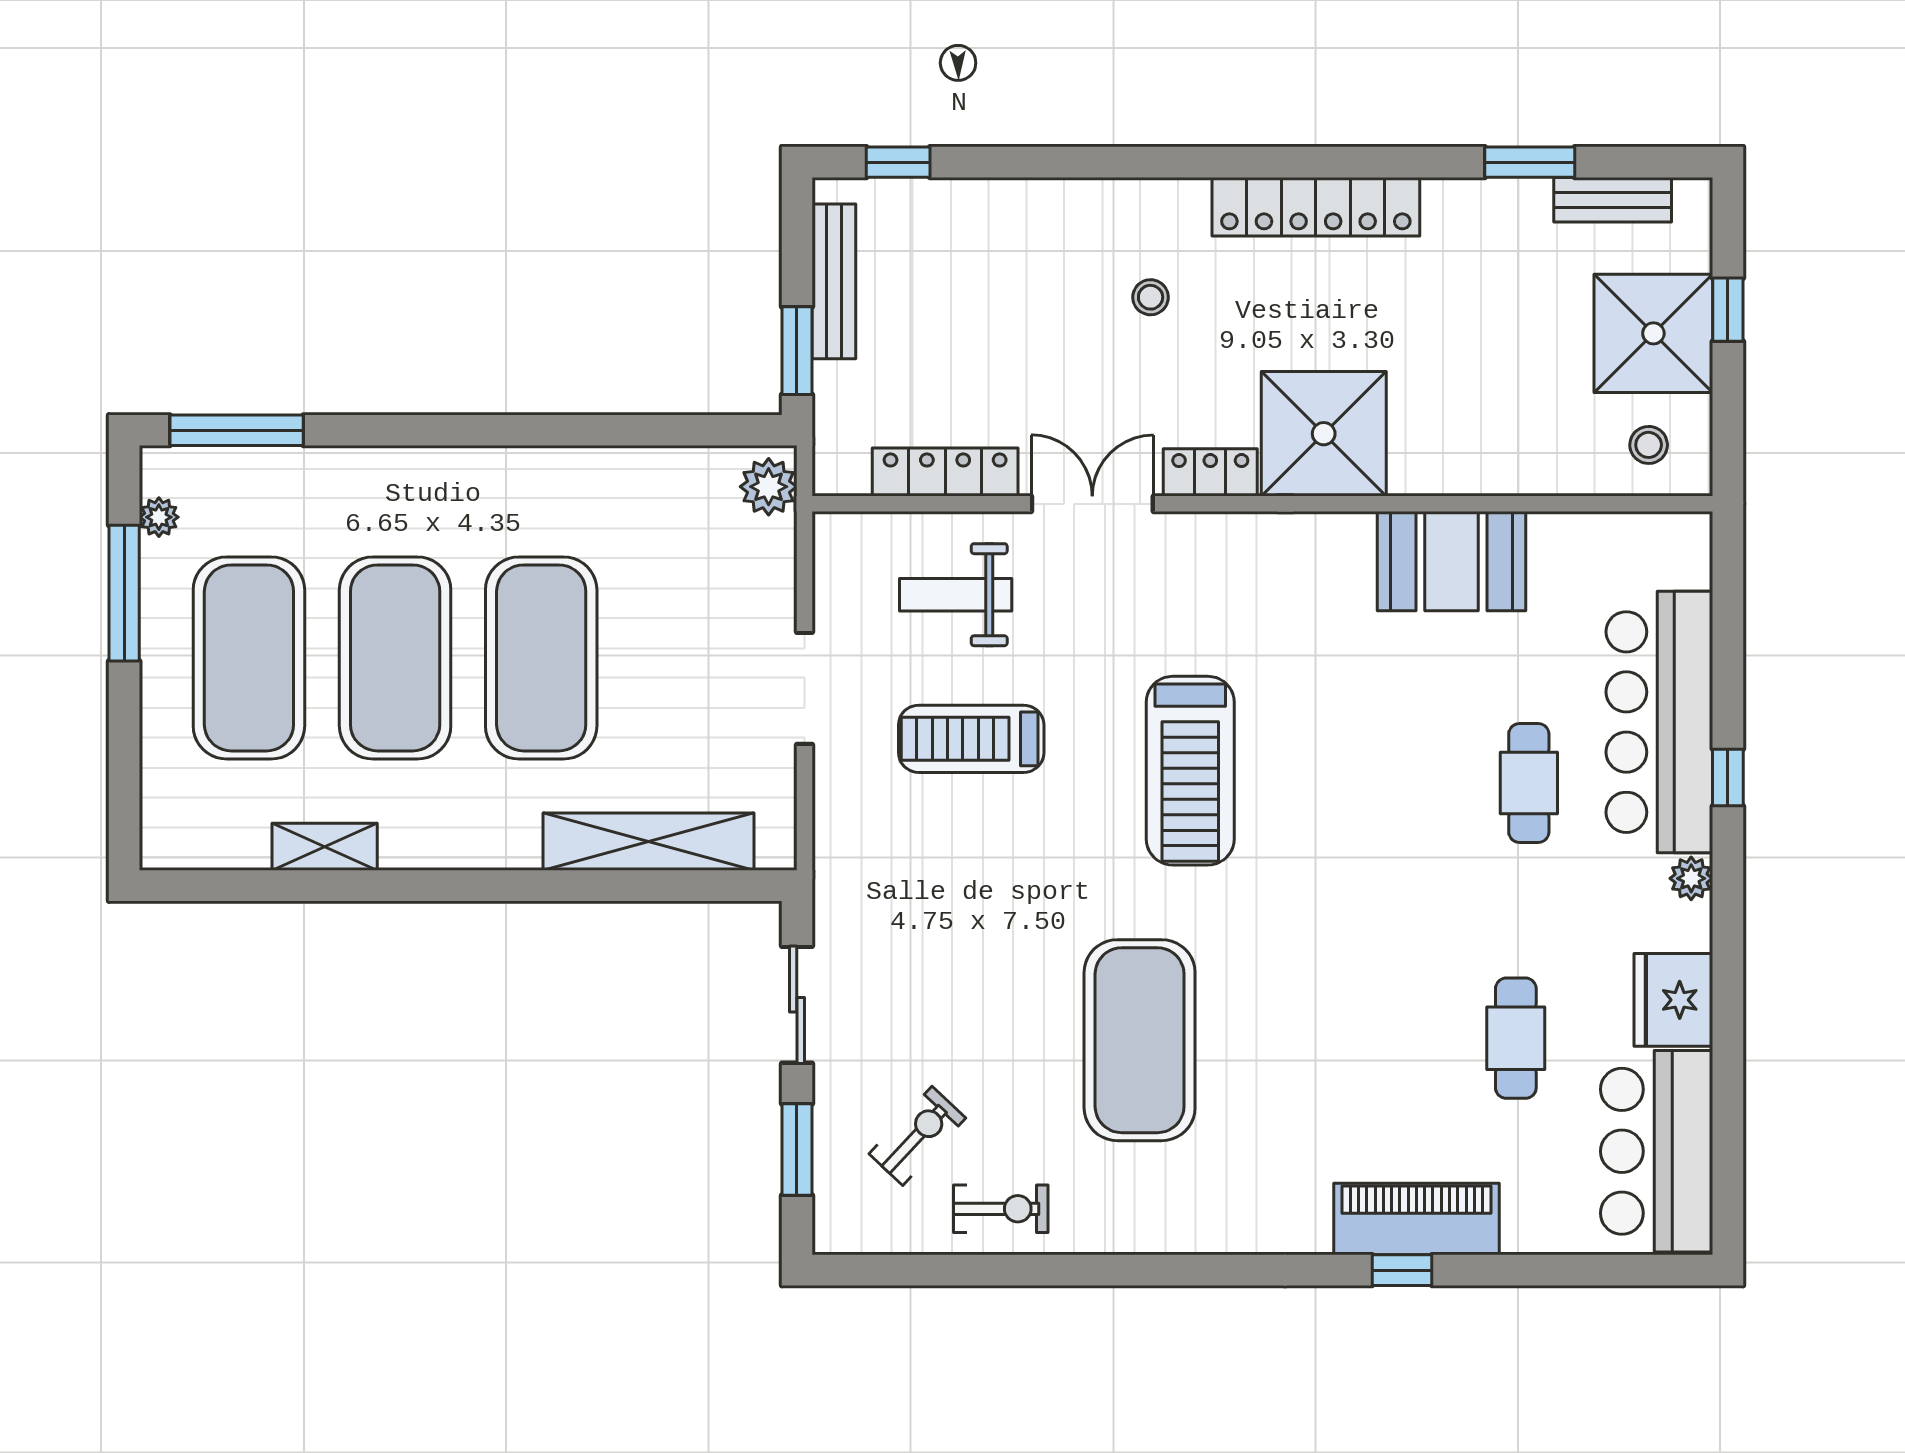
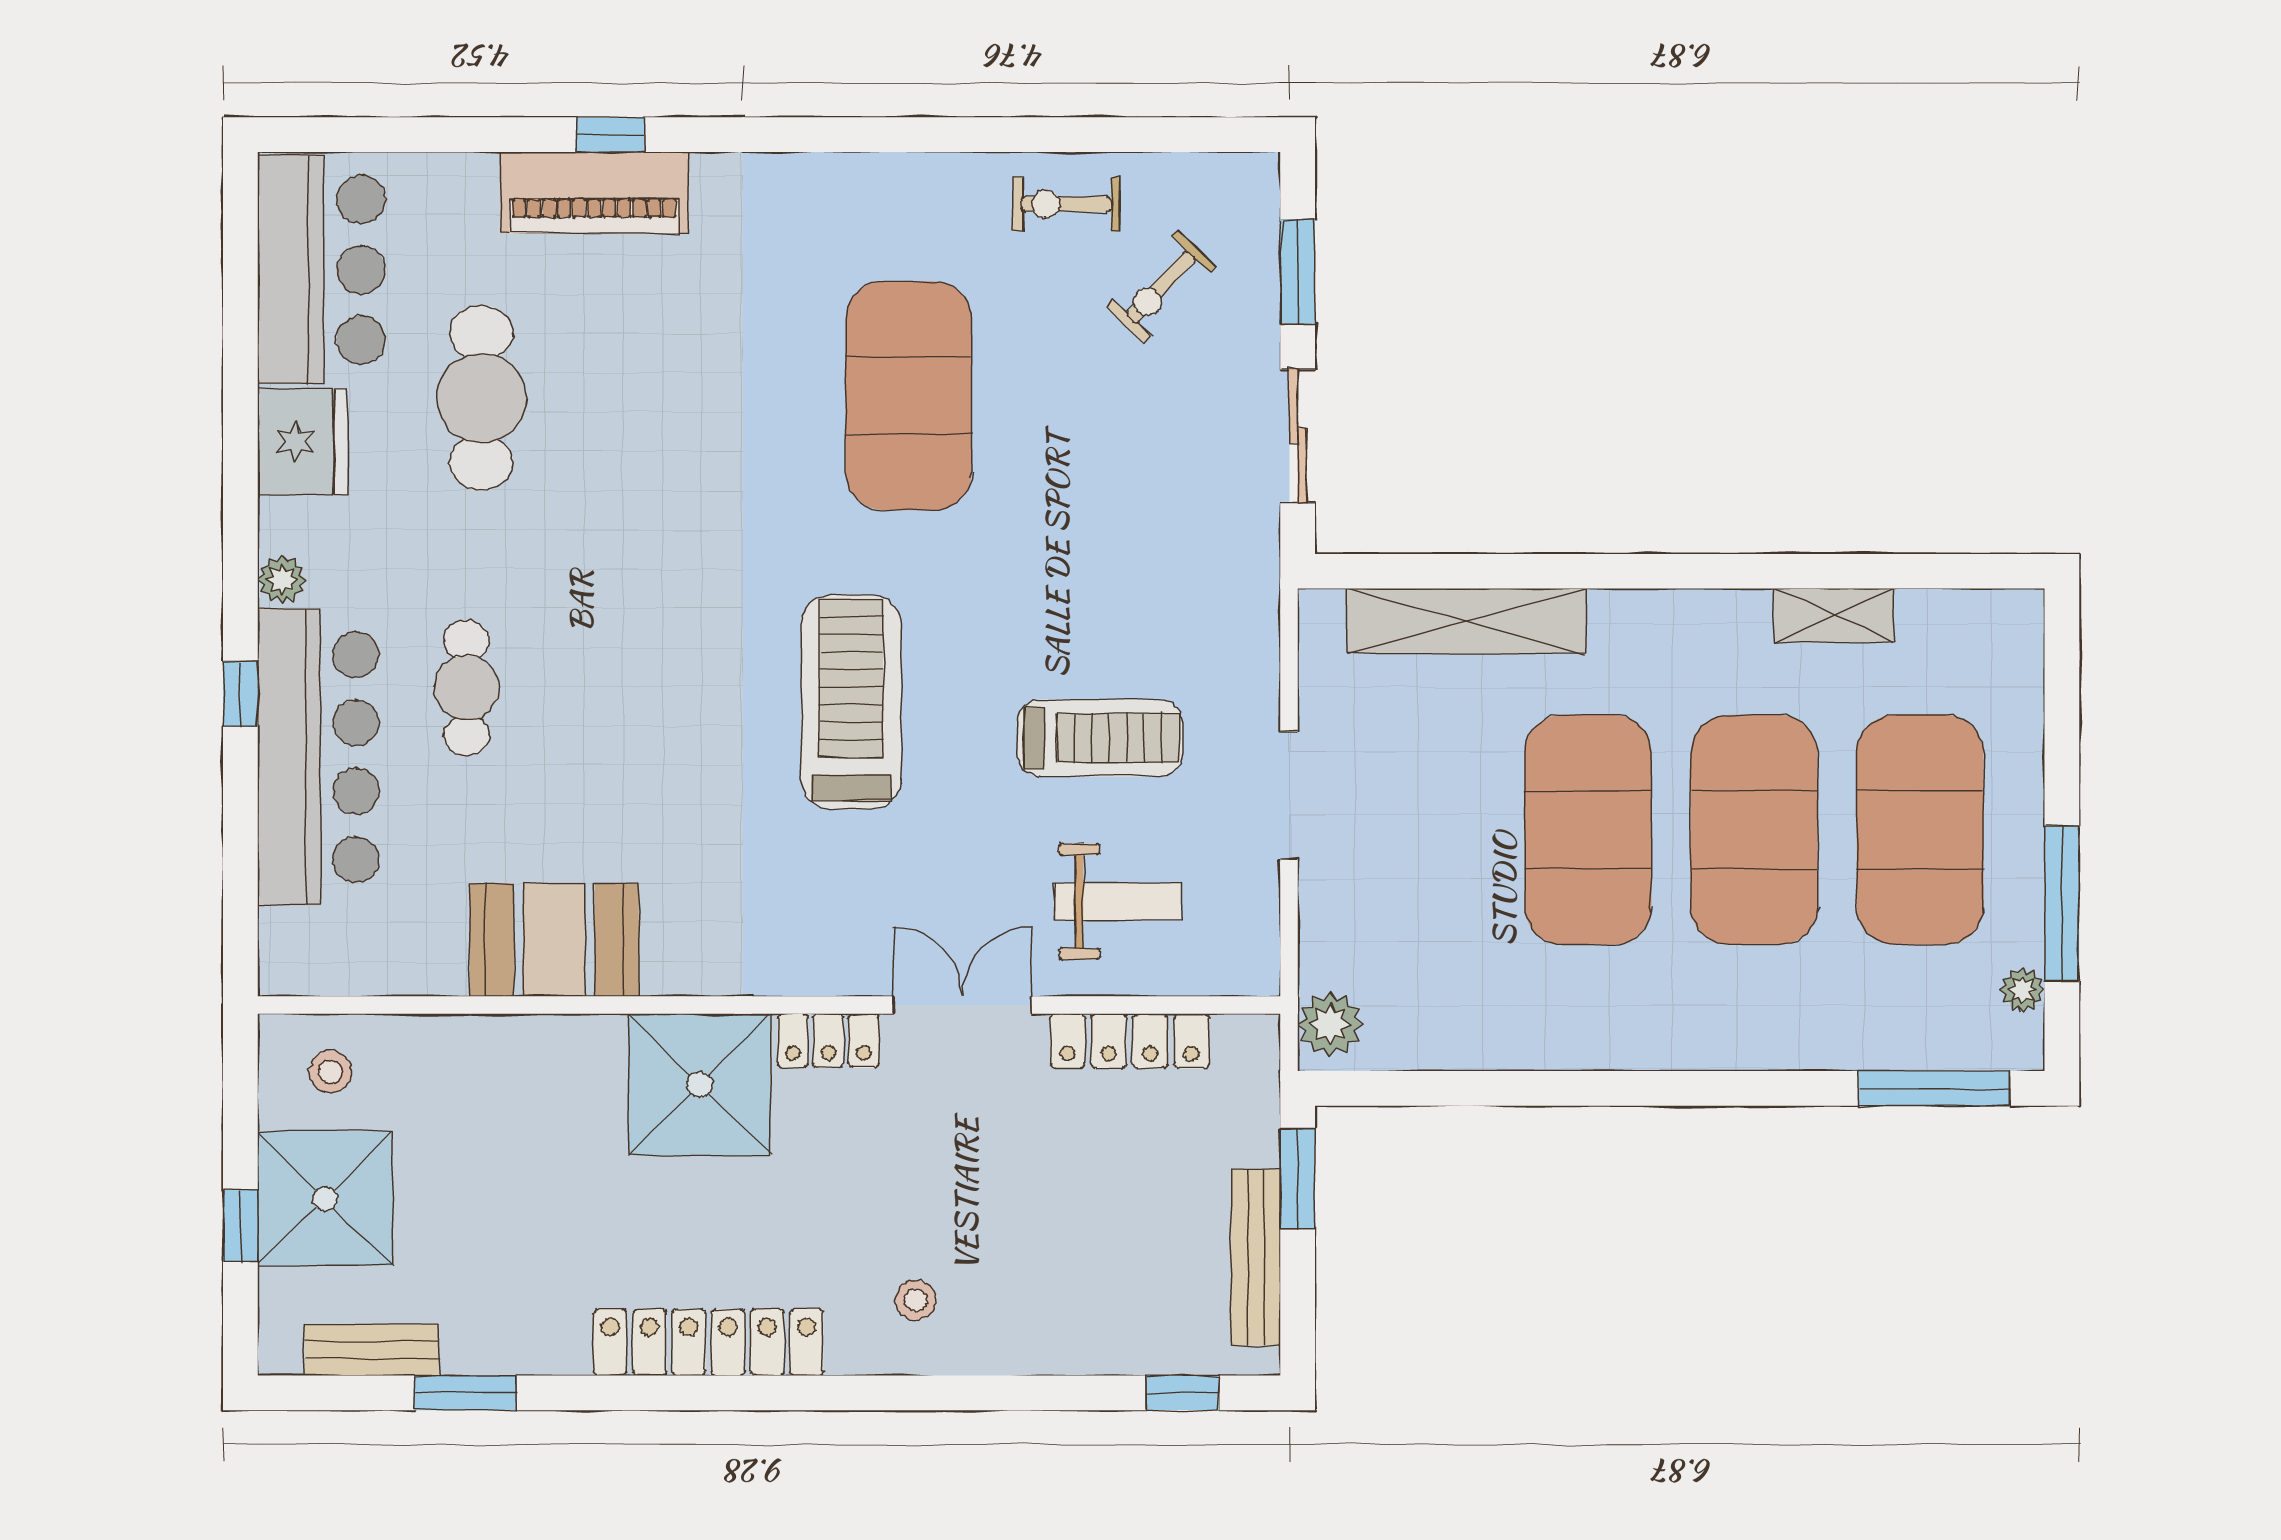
stool: (1151, 297) -> (916, 1300), moved
double door: (1092, 504) -> (962, 1005), swing flipped
cafe table: (1516, 1038) -> (481, 398), width x1.37, depth x1.35

